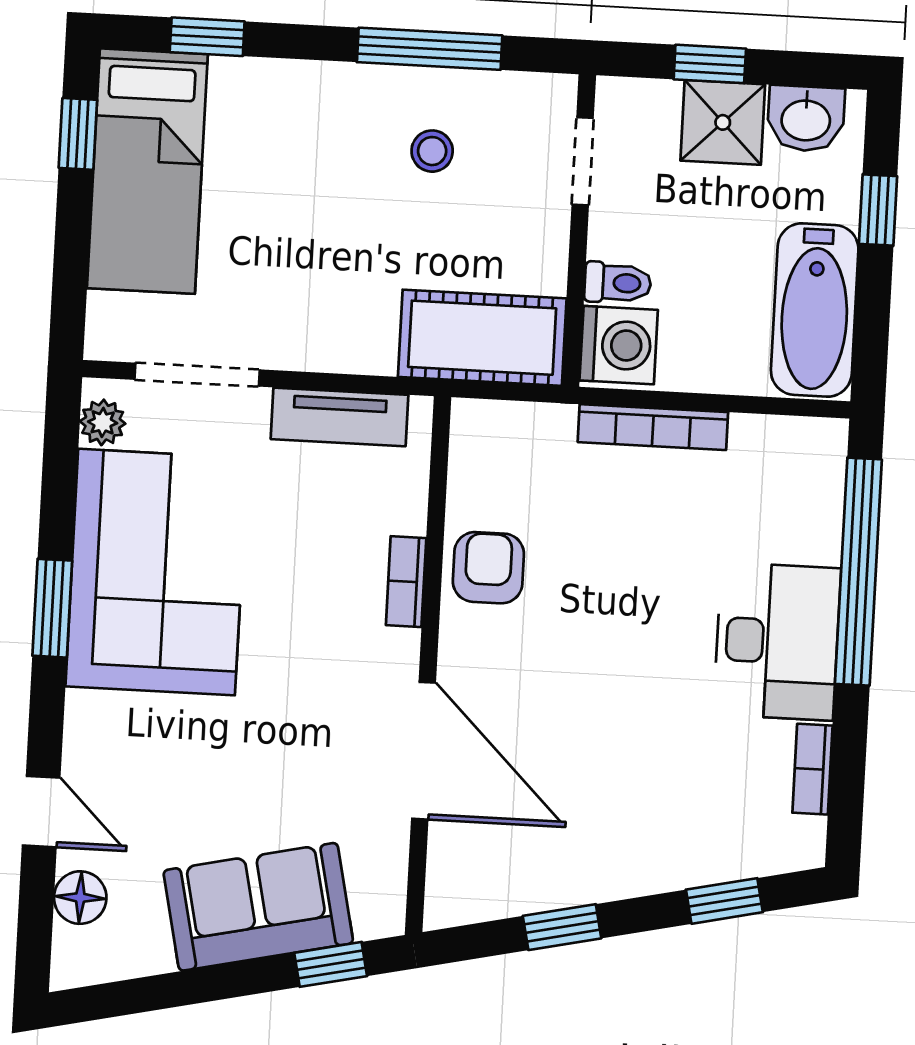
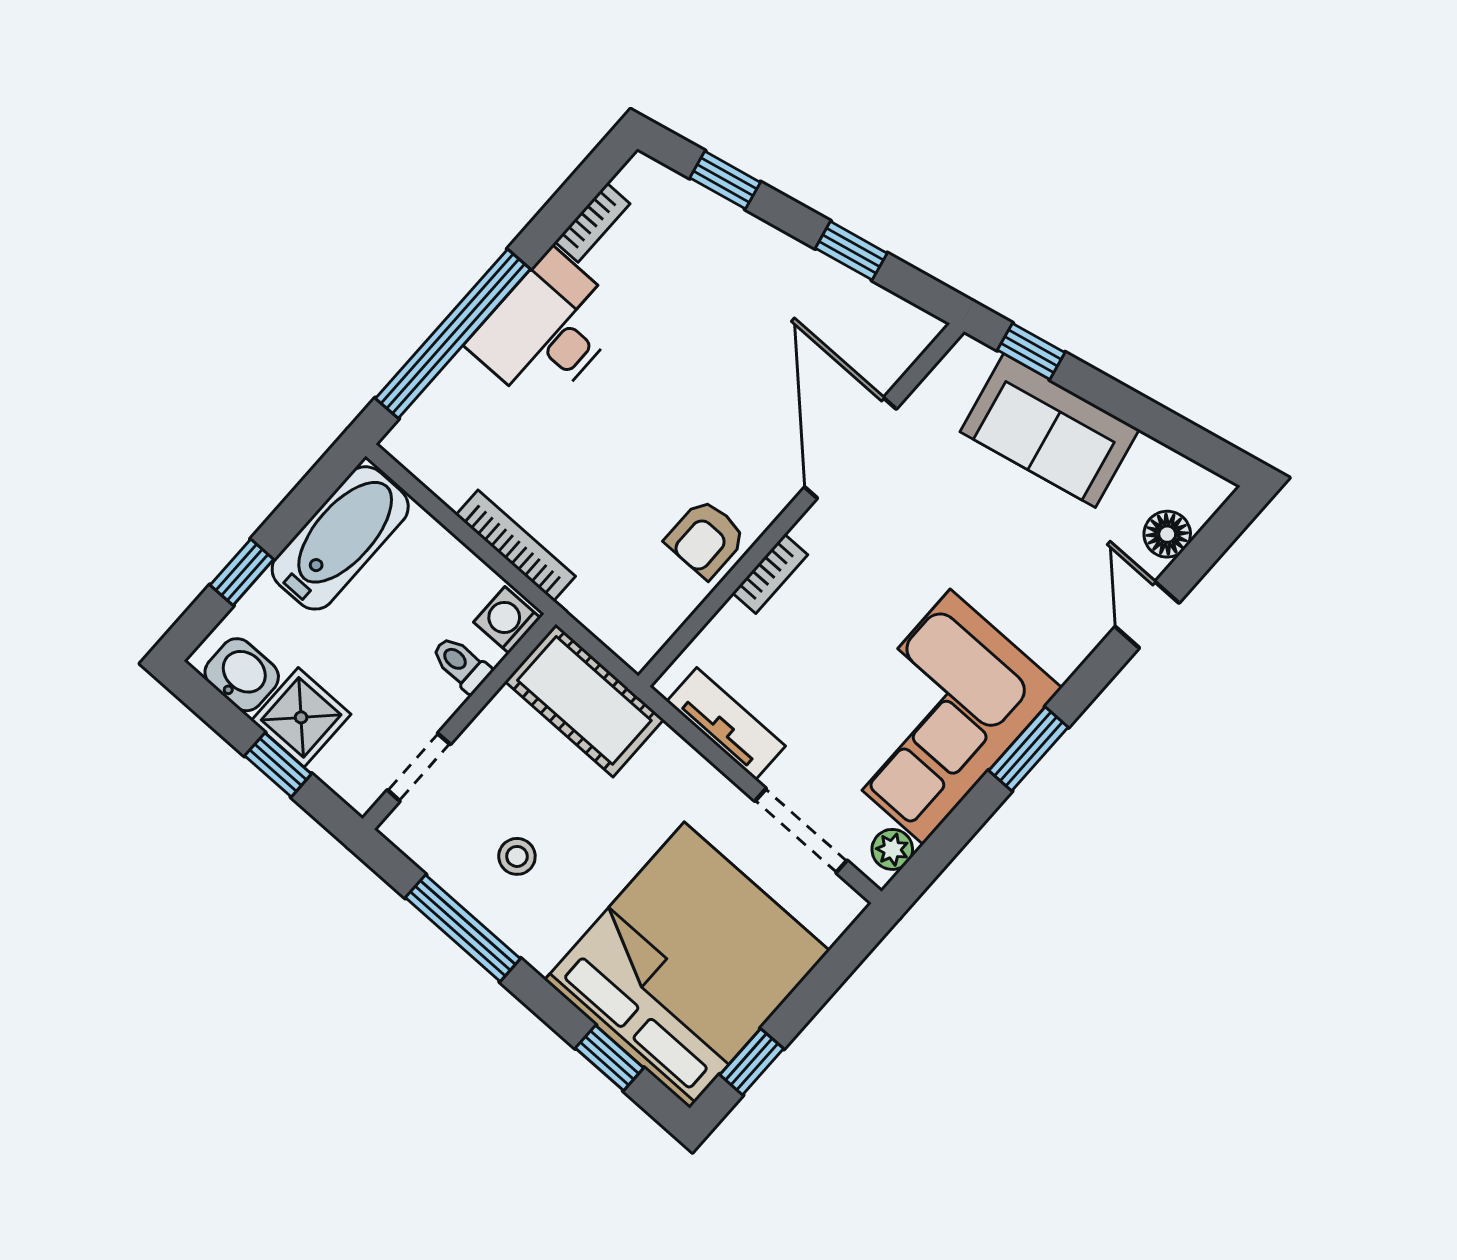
bed: (147, 171) -> (687, 965), width x2.04
washing machine: (619, 345) -> (507, 620), width x0.73, depth x0.73

